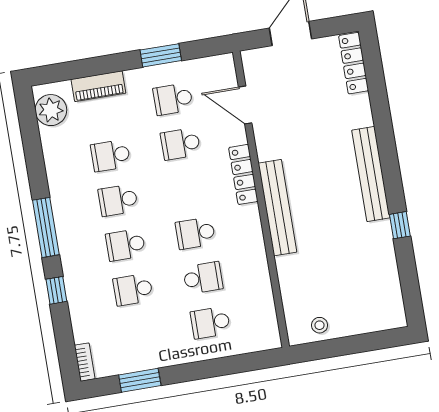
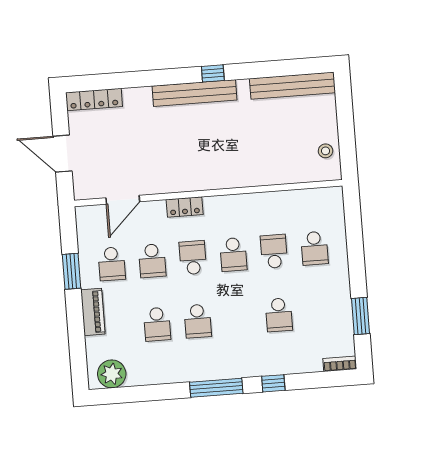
piano: (98, 86) -> (93, 312), moved
locker: (243, 174) -> (185, 207), width x0.66
bench: (278, 208) -> (292, 86), moved
window: (400, 225) -> (213, 73), moved
school desk: (126, 245) -> (193, 258), moved, turned 180

